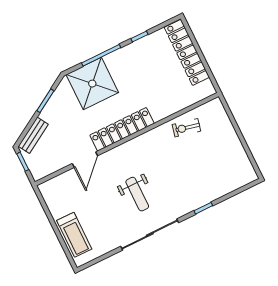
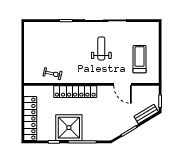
shower: (92, 84) -> (69, 128), moved
locker: (122, 129) -> (75, 92), moved
door: (85, 160) -> (122, 84), swing flipped
treadmill: (74, 235) -> (140, 59), moved

